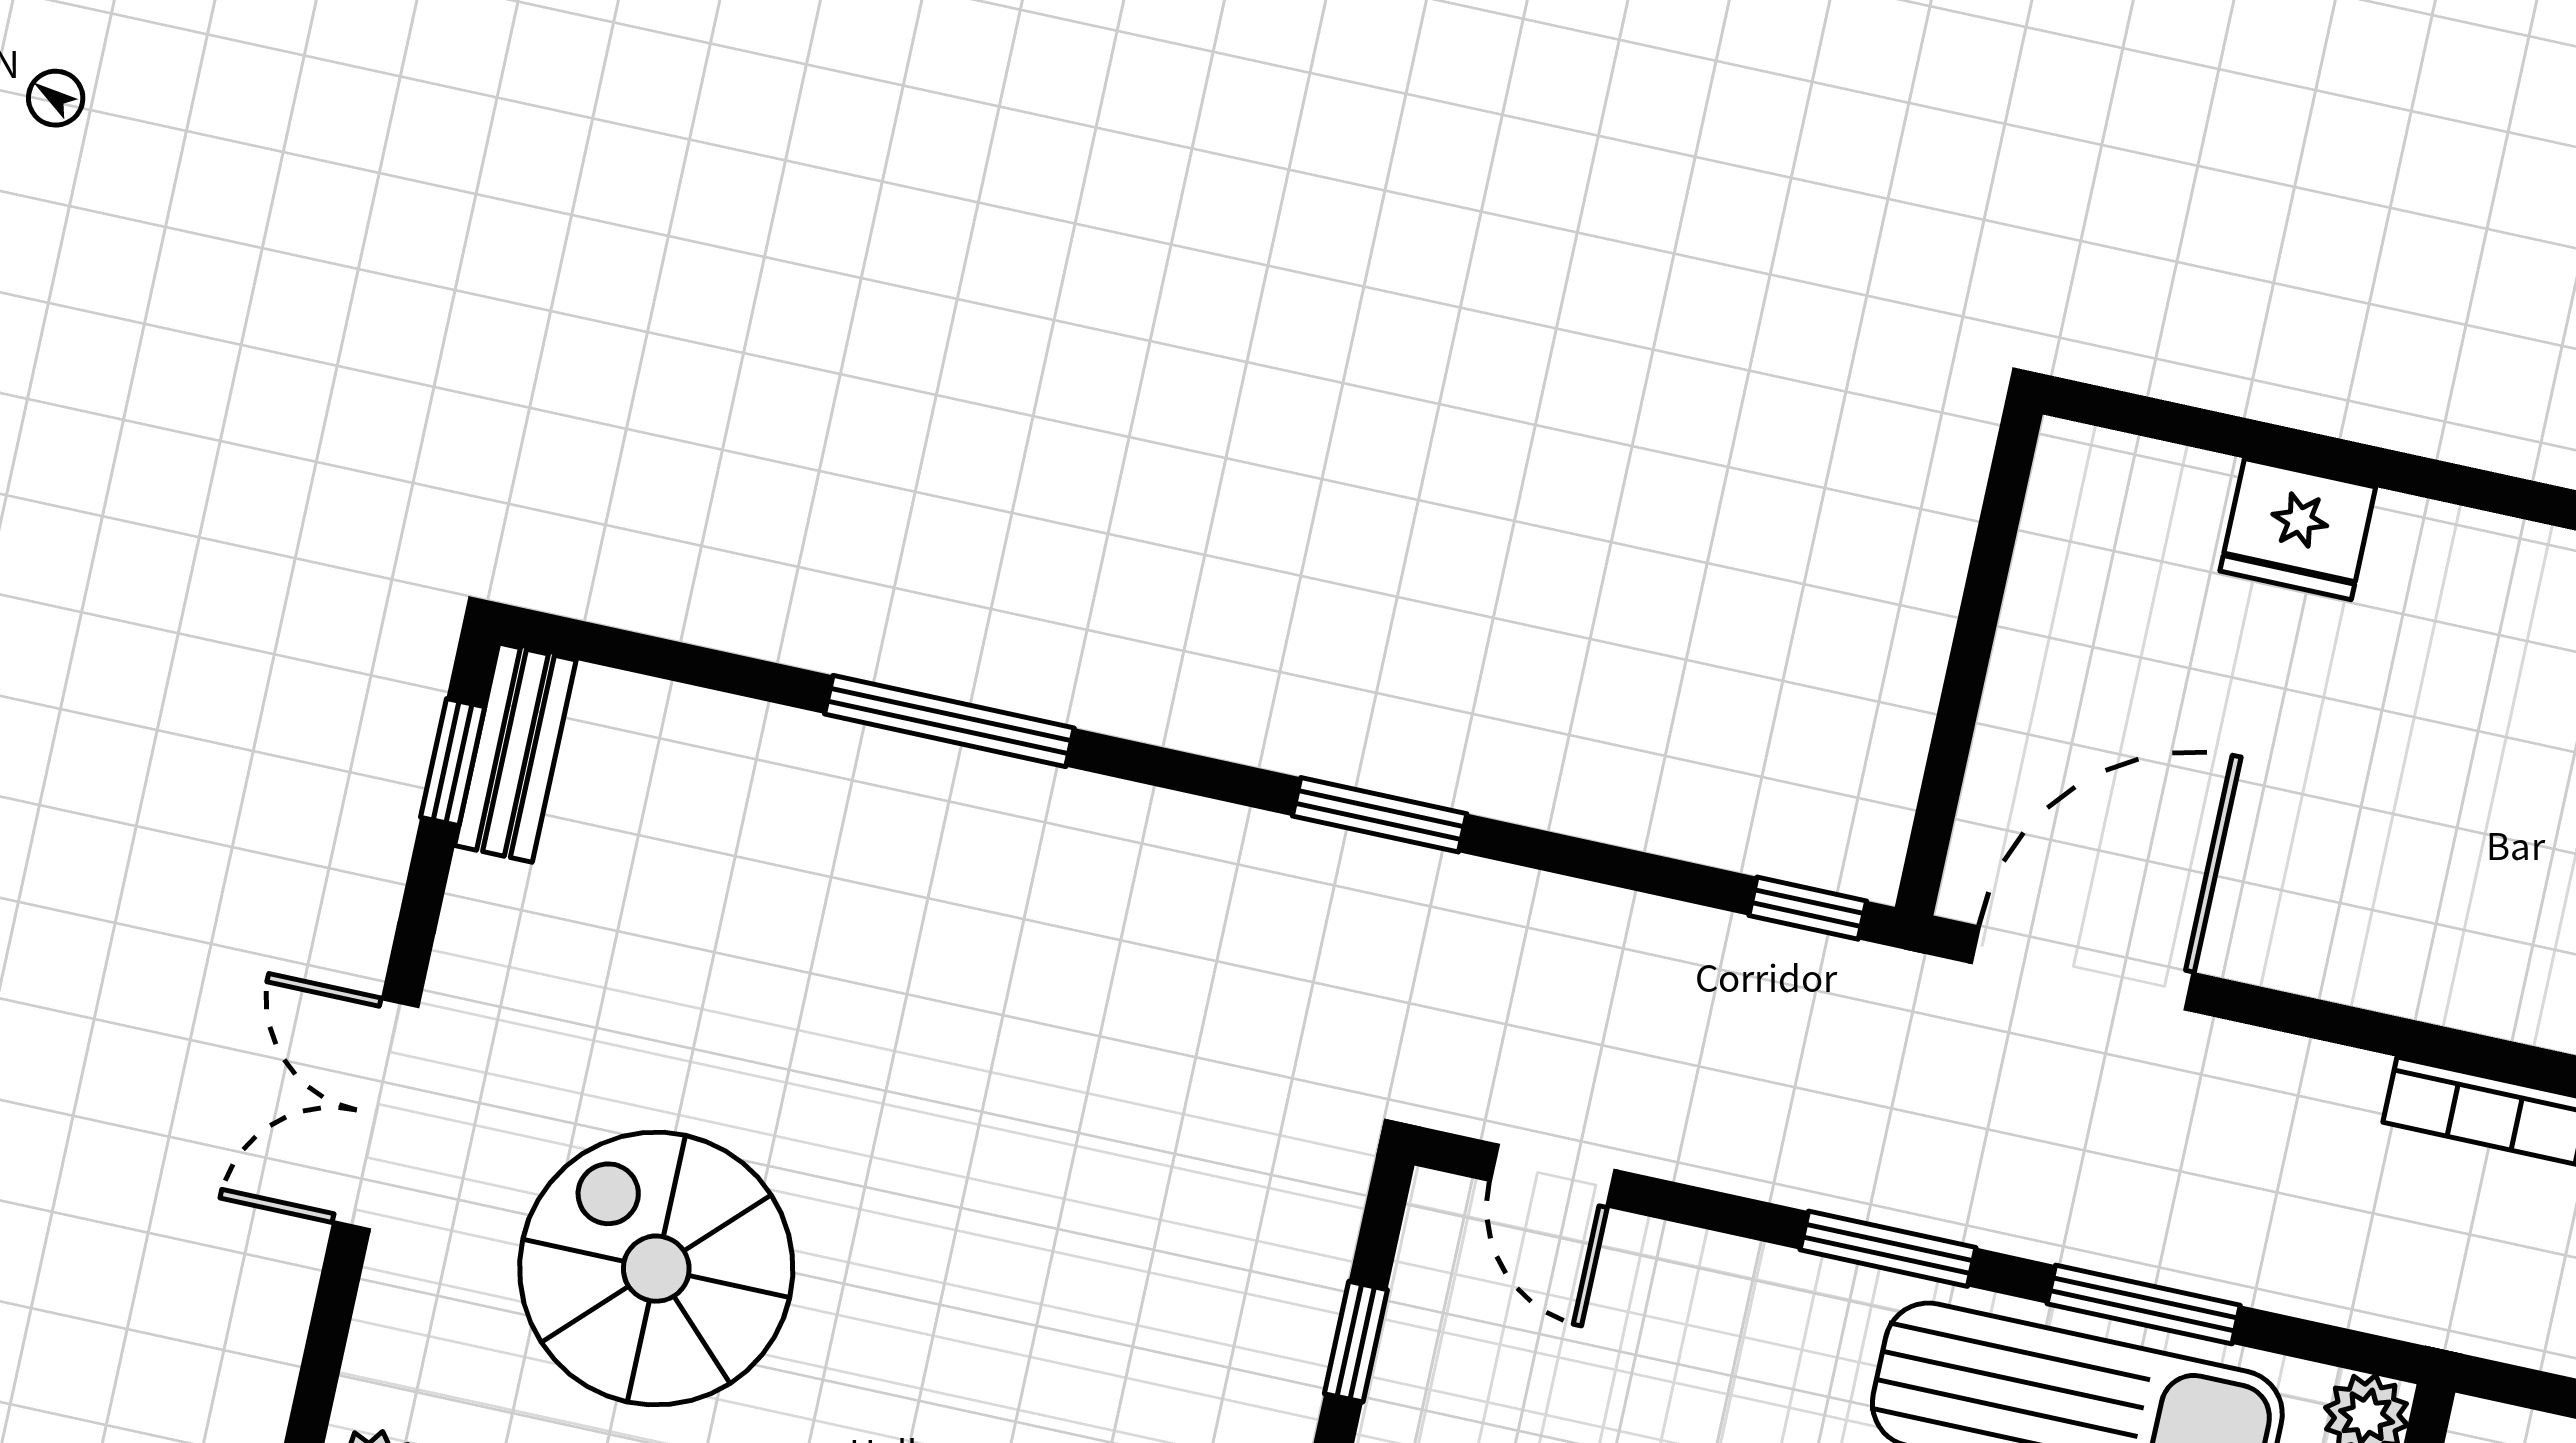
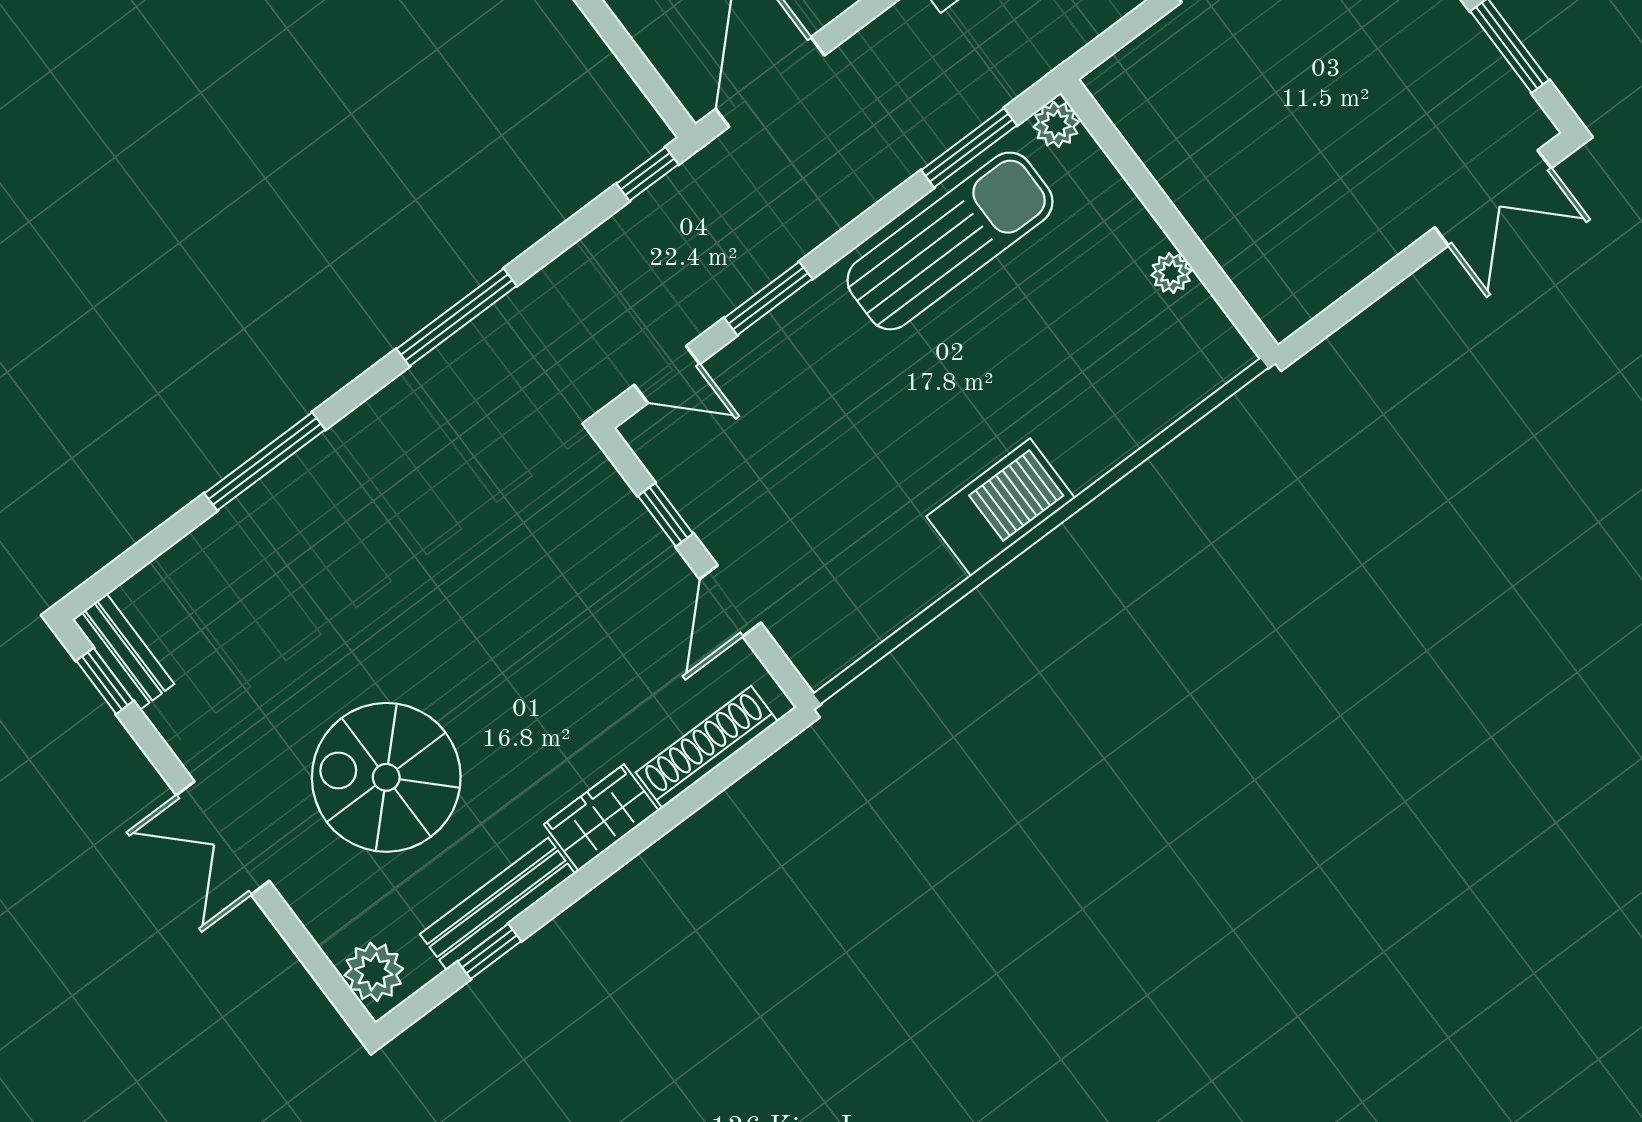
window: (1380, 815) -> (457, 317), width x1.44
window: (1888, 1249) -> (768, 298), moved
window: (2144, 1304) -> (969, 148), moved

